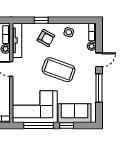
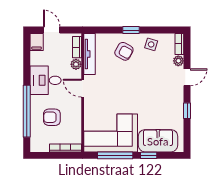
window: (41, 20) -> (131, 30), moved
coffee table: (59, 70) -> (139, 89), removed
window: (99, 88) -> (187, 111), width x0.46

